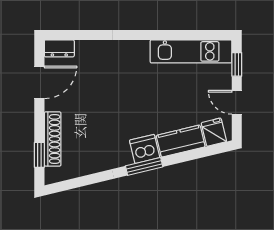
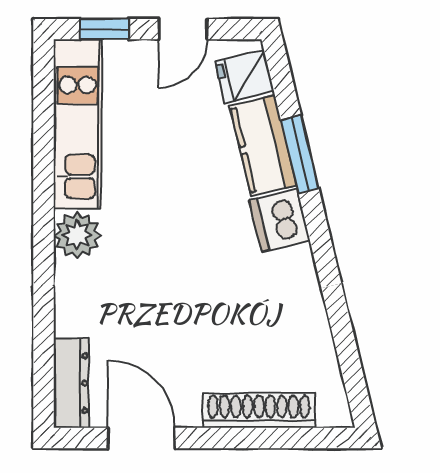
dresser: (59, 48) -> (71, 383), width x1.44
plant: (137, 51) -> (77, 235), added
window: (39, 155) -> (292, 438), removed
window: (144, 166) -> (300, 154), moved

